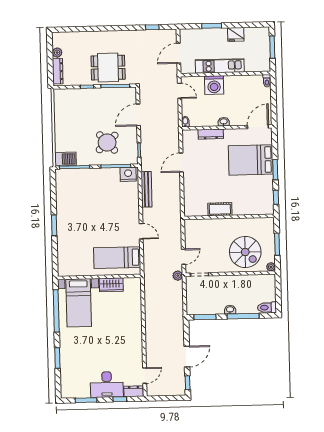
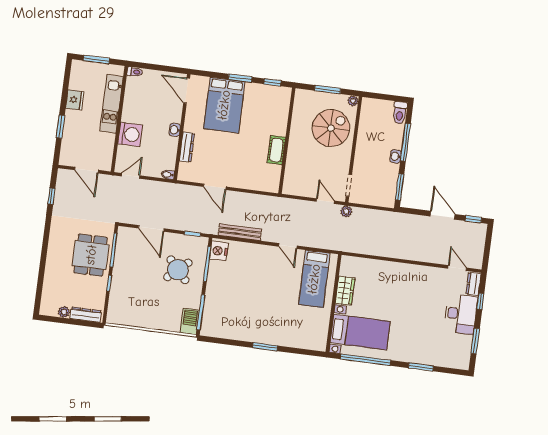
kitchen unit: (220, 66) -> (112, 104), moved
door: (141, 231) -> (288, 246), swing flipped

